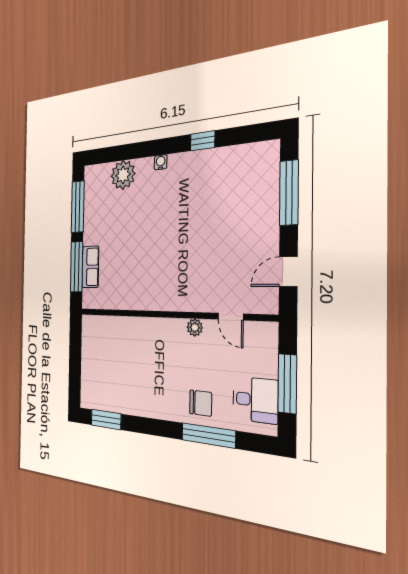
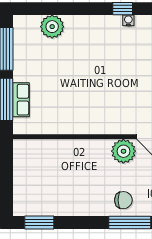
water cooler: (161, 162) -> (128, 20), moved
plant: (195, 327) -> (123, 151), width x1.88, depth x1.88

